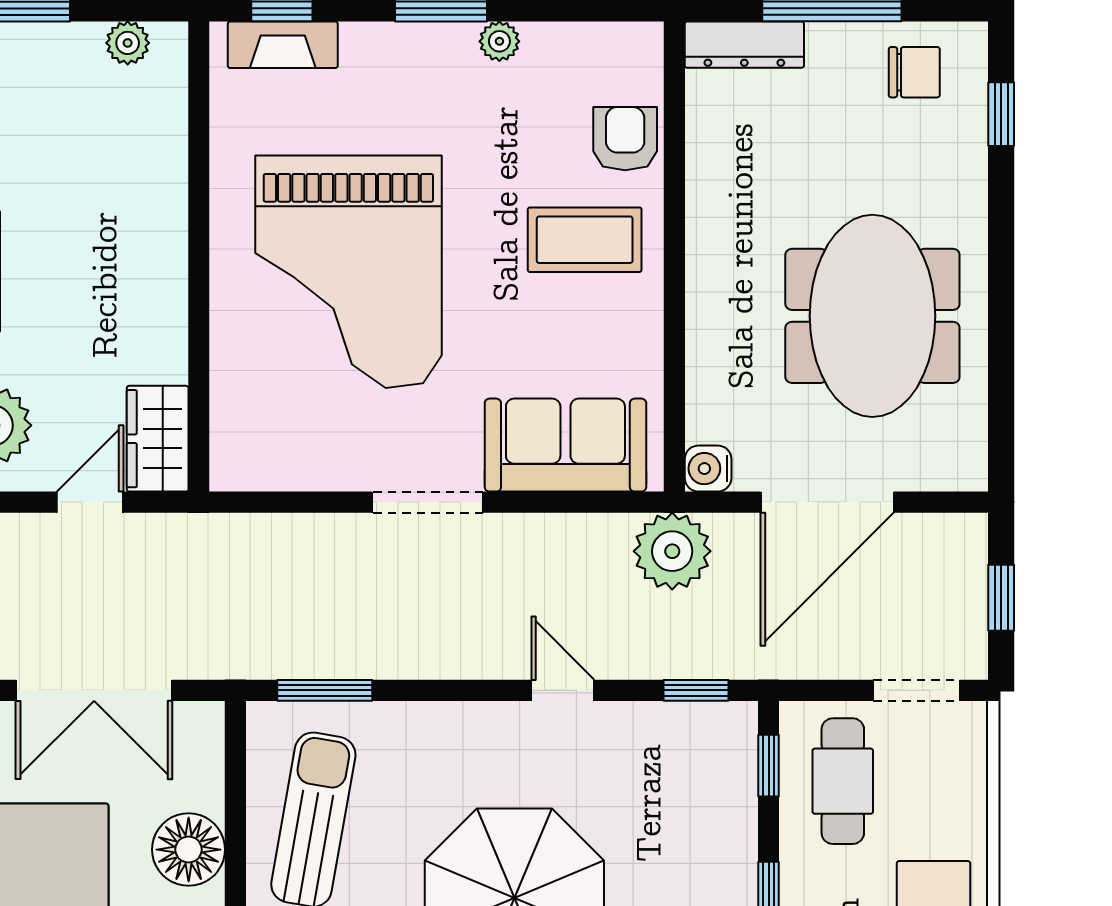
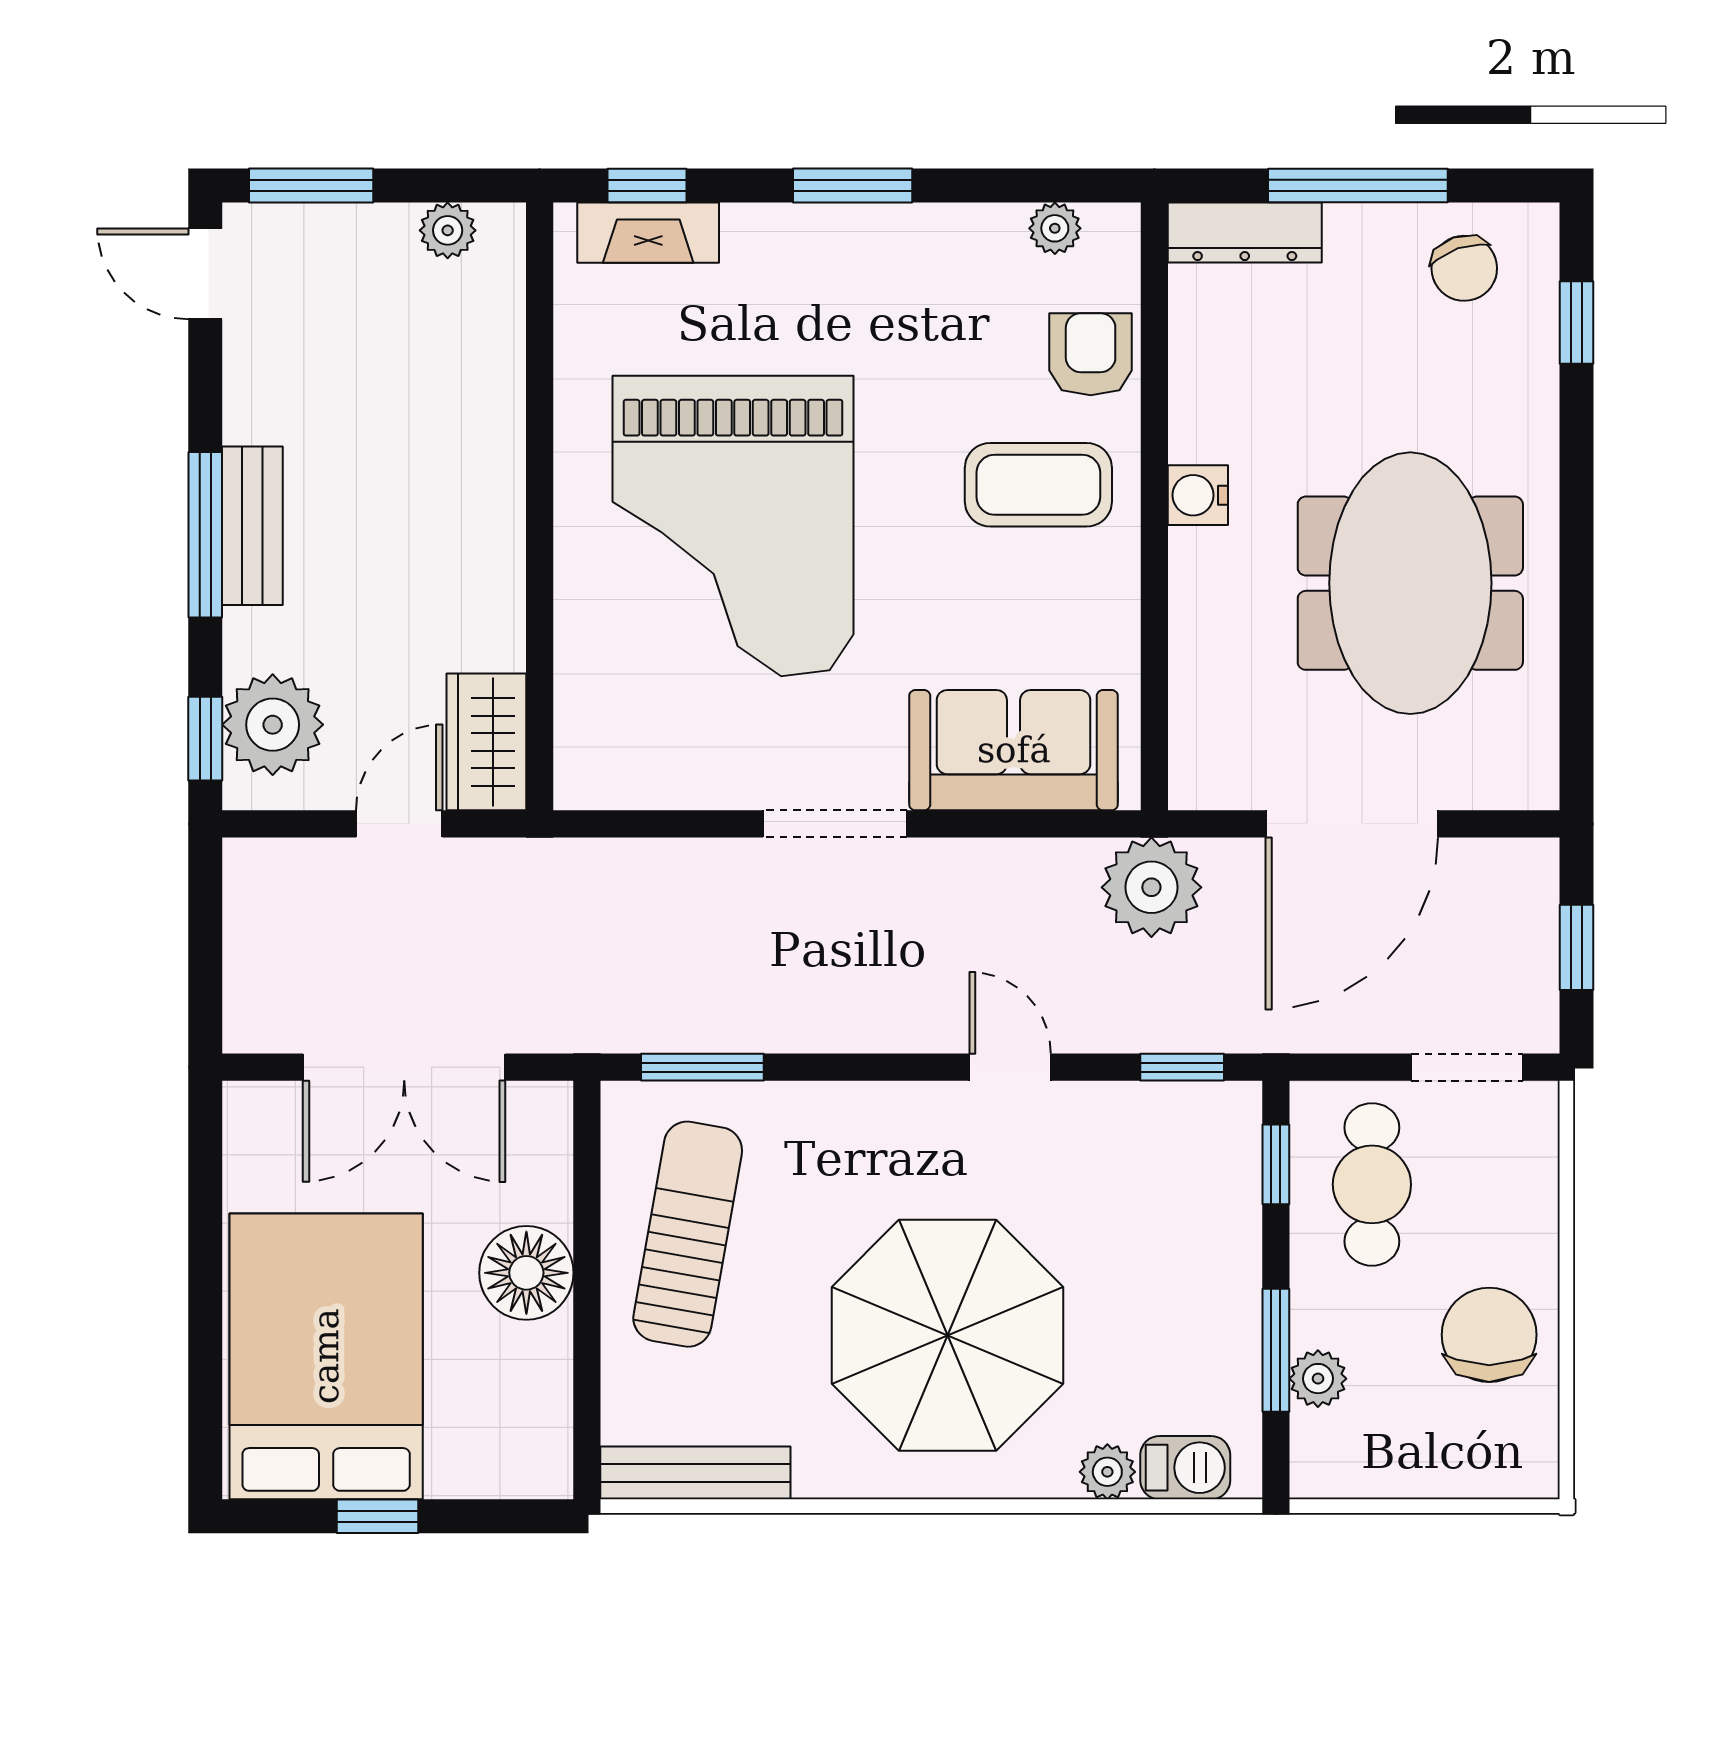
plant: (499, 41) -> (1055, 228), moved
chair: (914, 72) -> (1464, 268), turned 71
water cooler: (708, 469) -> (1198, 495), moved

